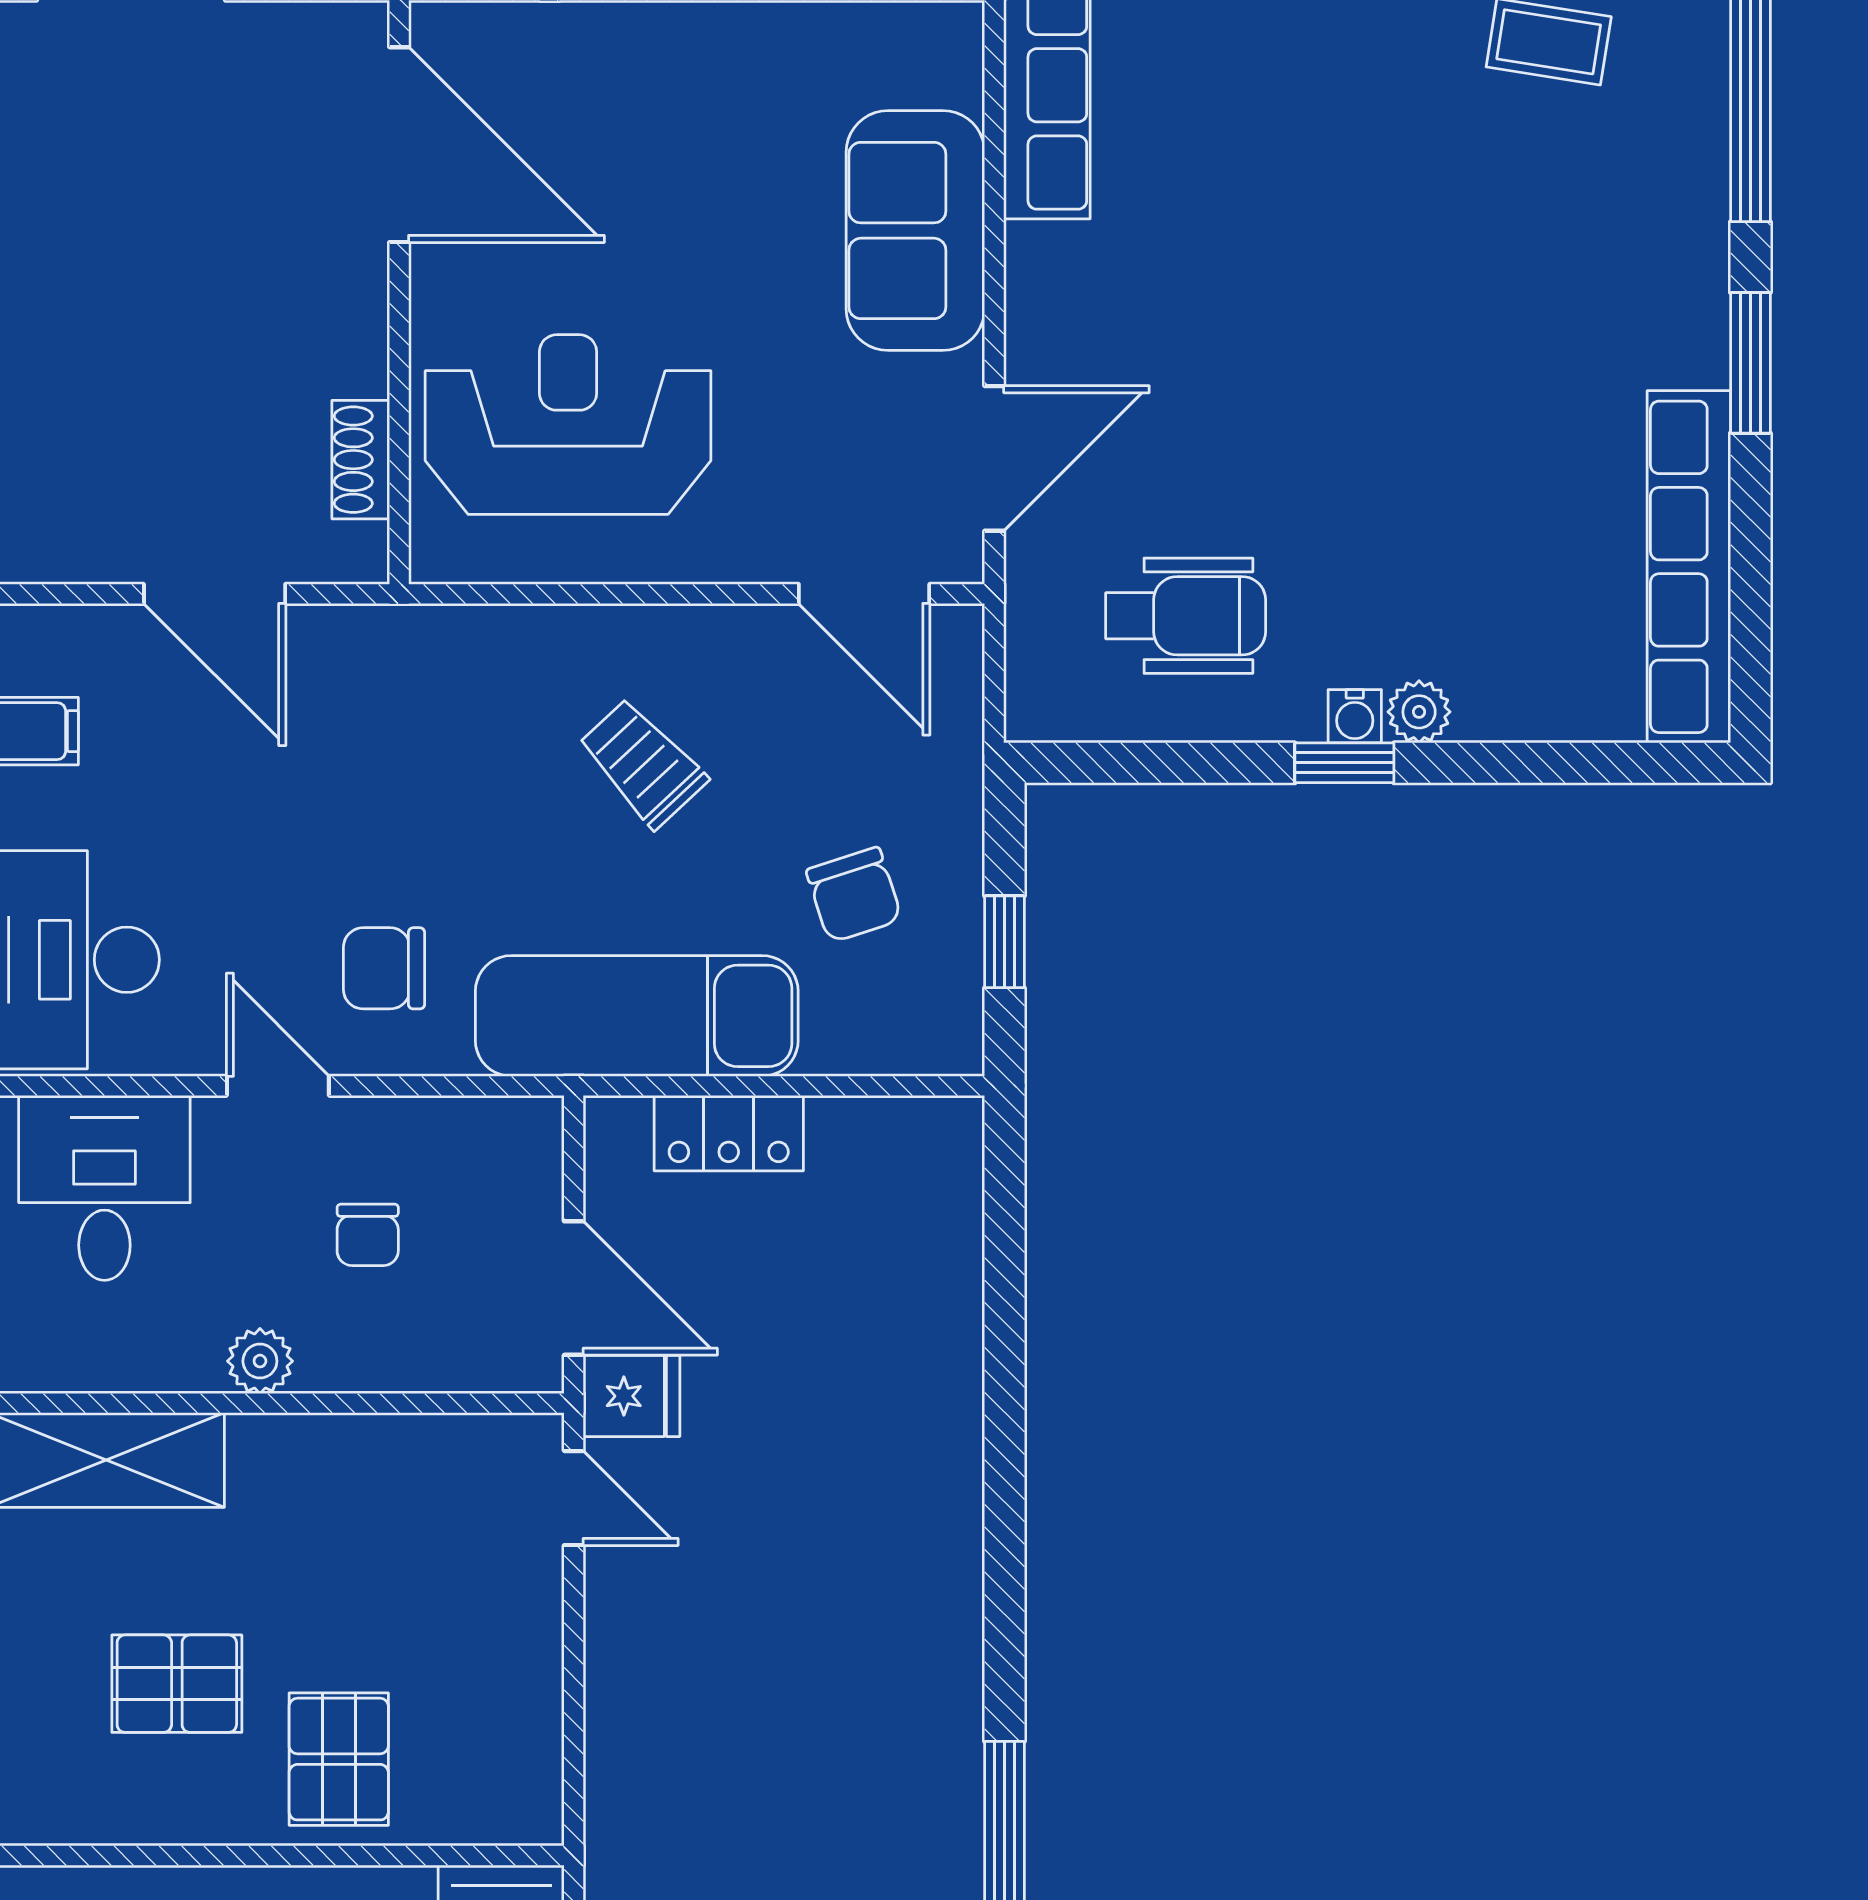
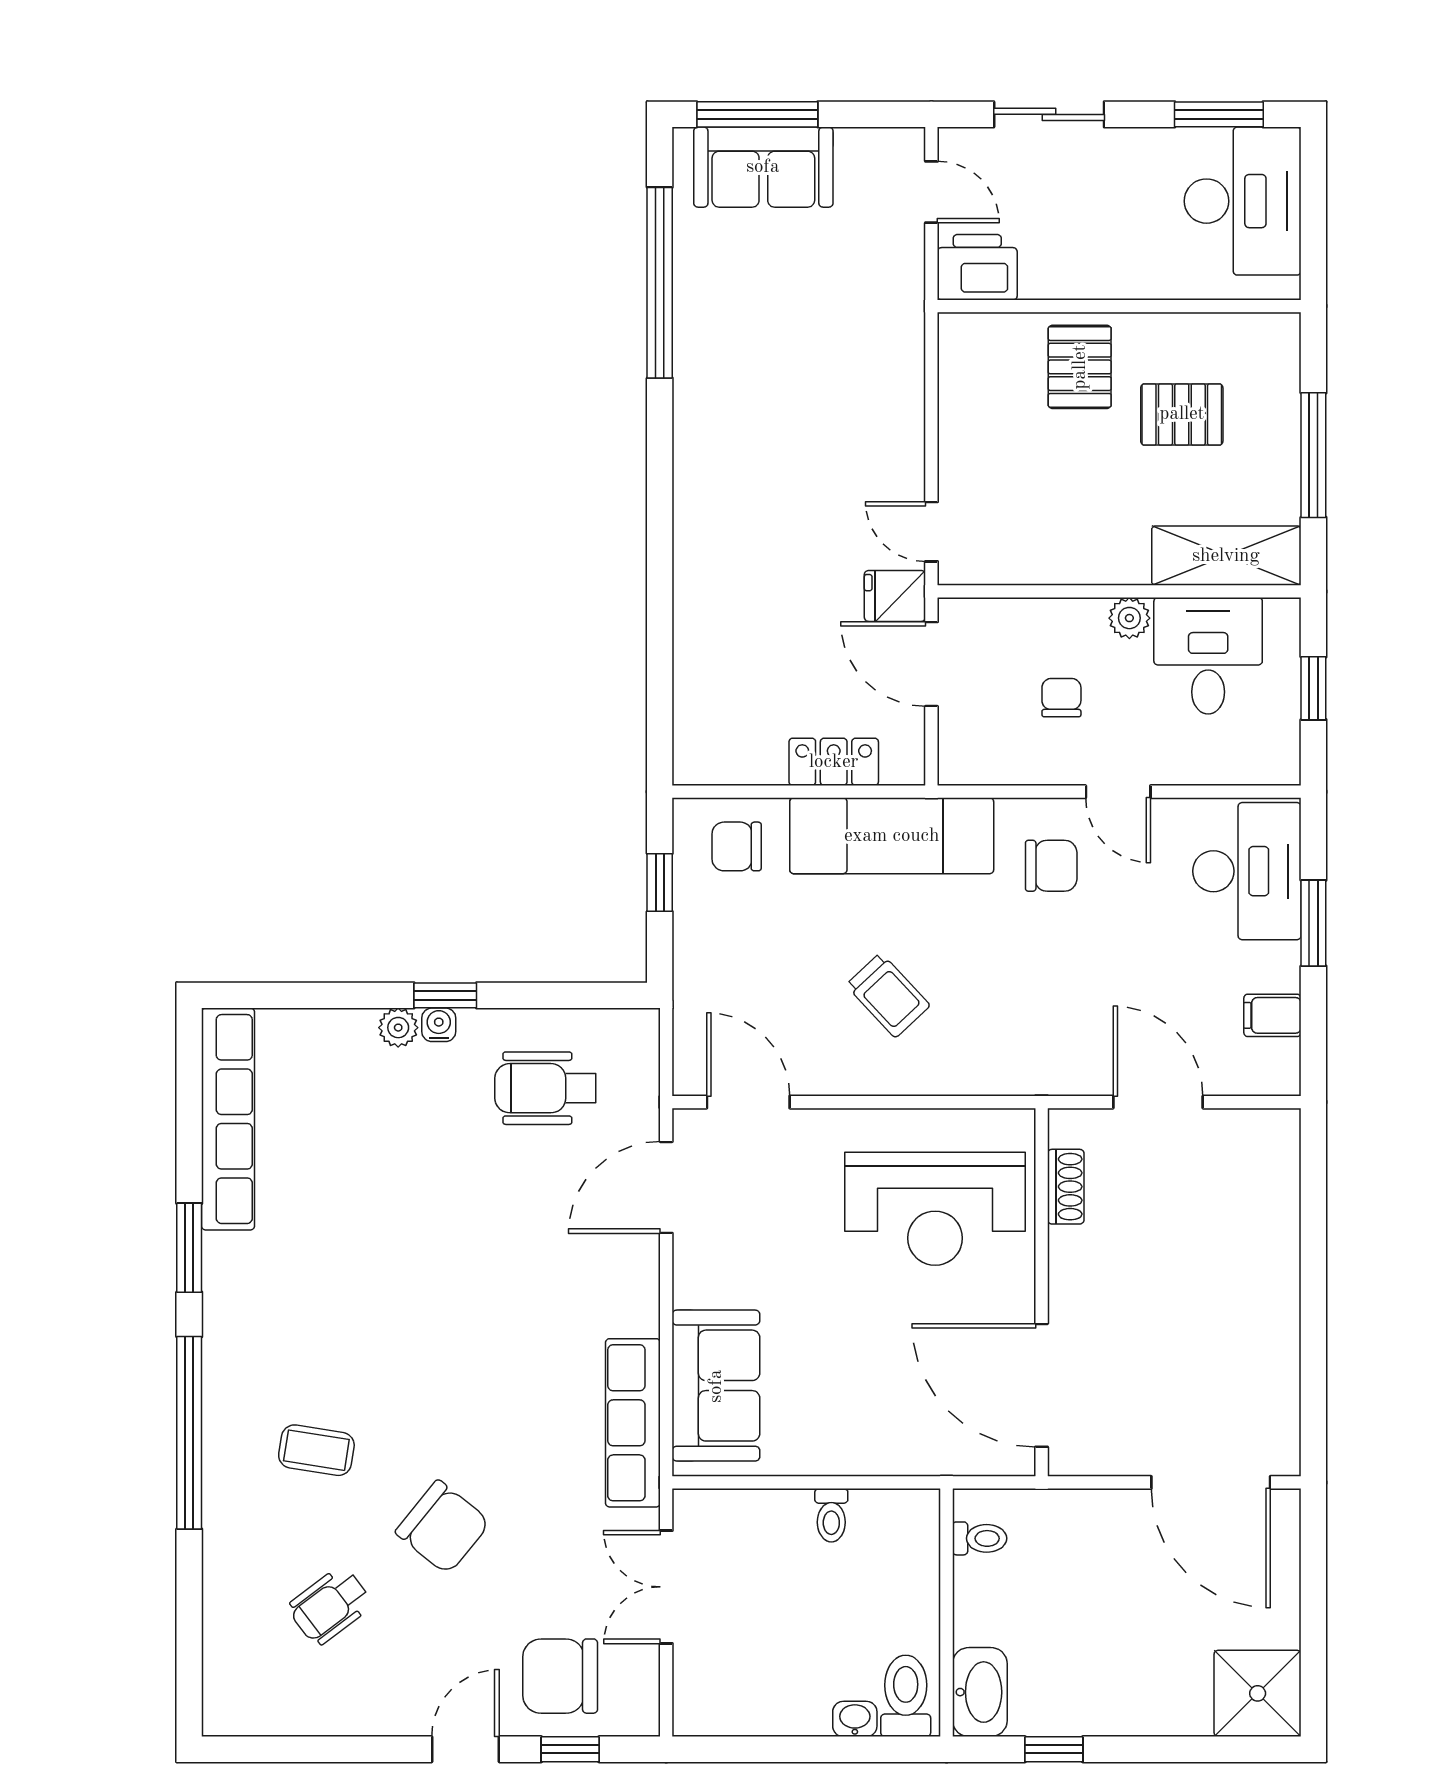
sofa: (915, 231) -> (716, 1386), moved
chair: (854, 895) -> (737, 846), moved, turned -72
desk: (104, 1188) -> (1208, 656), moved, turned 180

